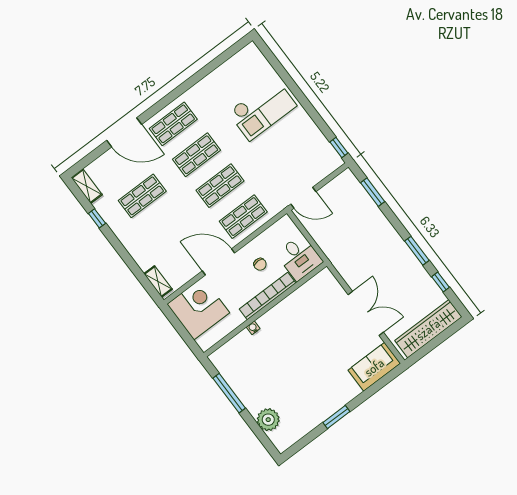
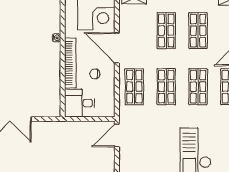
shop shelf: (166, 227) -> (166, 31), added
door: (219, 262) -> (117, 48), swing flipped

